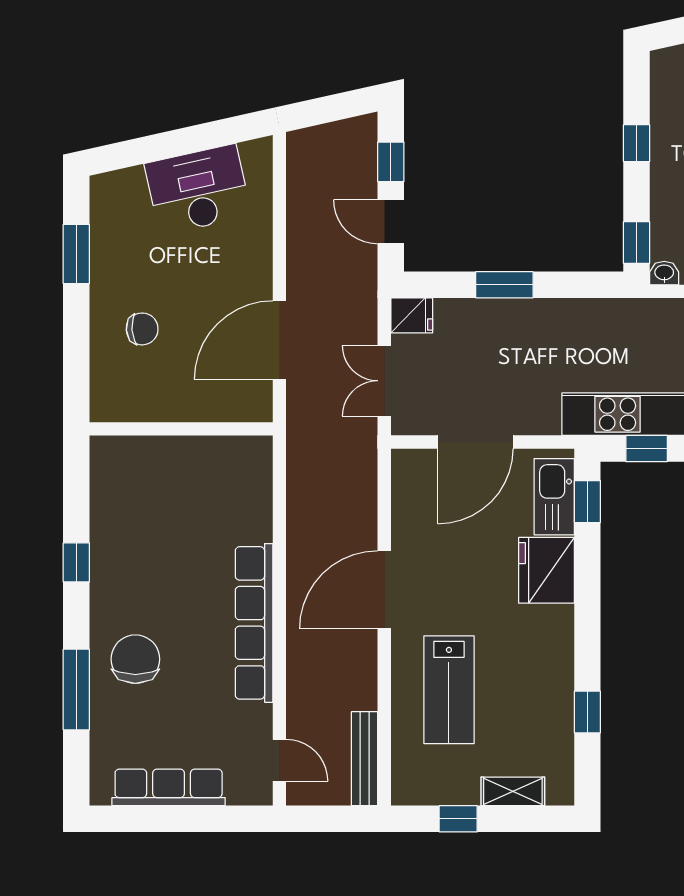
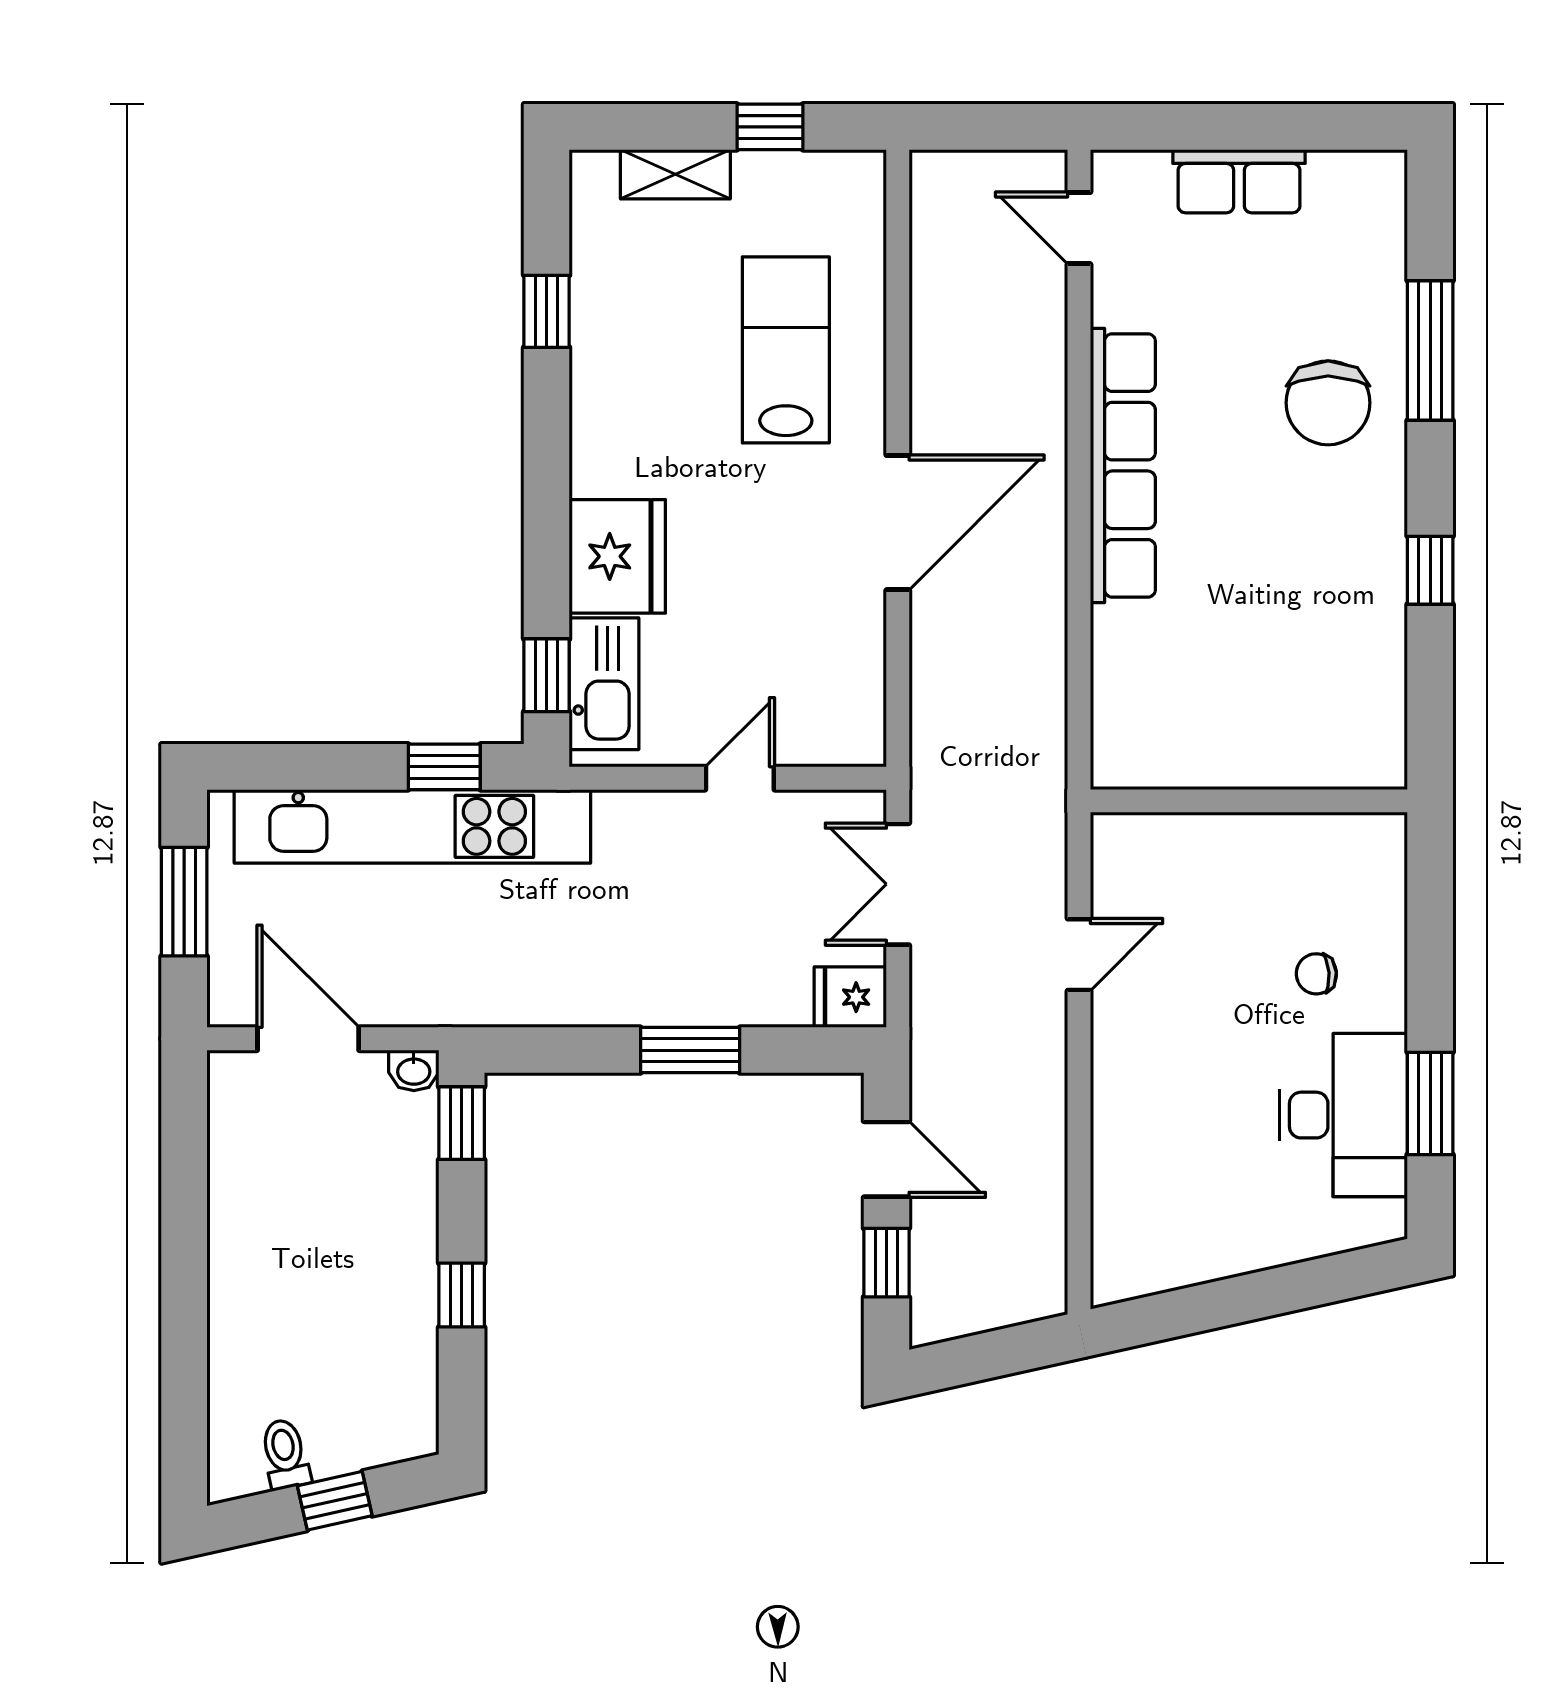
desk: (198, 190) -> (1343, 1115), moved, turned -77
chair: (142, 329) -> (1316, 974), width x0.73, depth x0.73
door: (279, 340) -> (1079, 955), width x0.53
double door: (384, 381) -> (898, 884), swing flipped
door: (476, 442) -> (740, 778), width x0.53
bench: (365, 759) -> (932, 231), removed
row of seats: (169, 787) -> (1239, 181), width x0.68

